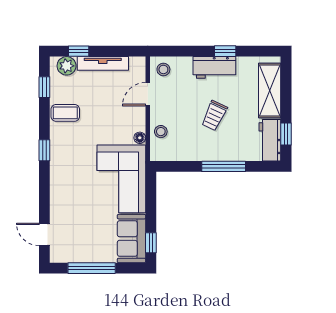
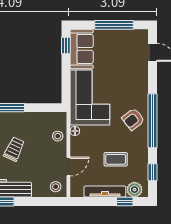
coffee table: (65, 113) -> (116, 159), moved
window: (44, 150) -> (152, 121), width x3.17
armchair: (68, 152) -> (133, 119), added

